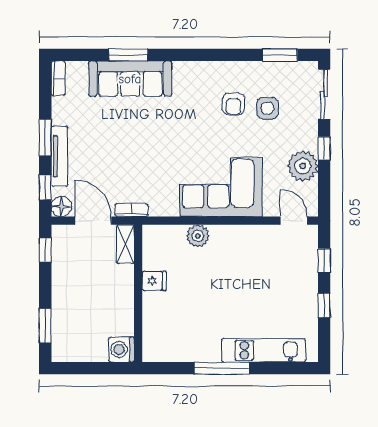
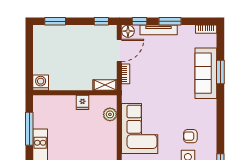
shelving: (125, 244) -> (105, 85), moved
fridge: (154, 281) -> (83, 102), moved
wall: (138, 293) -> (75, 93), moved
washing machine: (122, 350) -> (41, 83), moved

